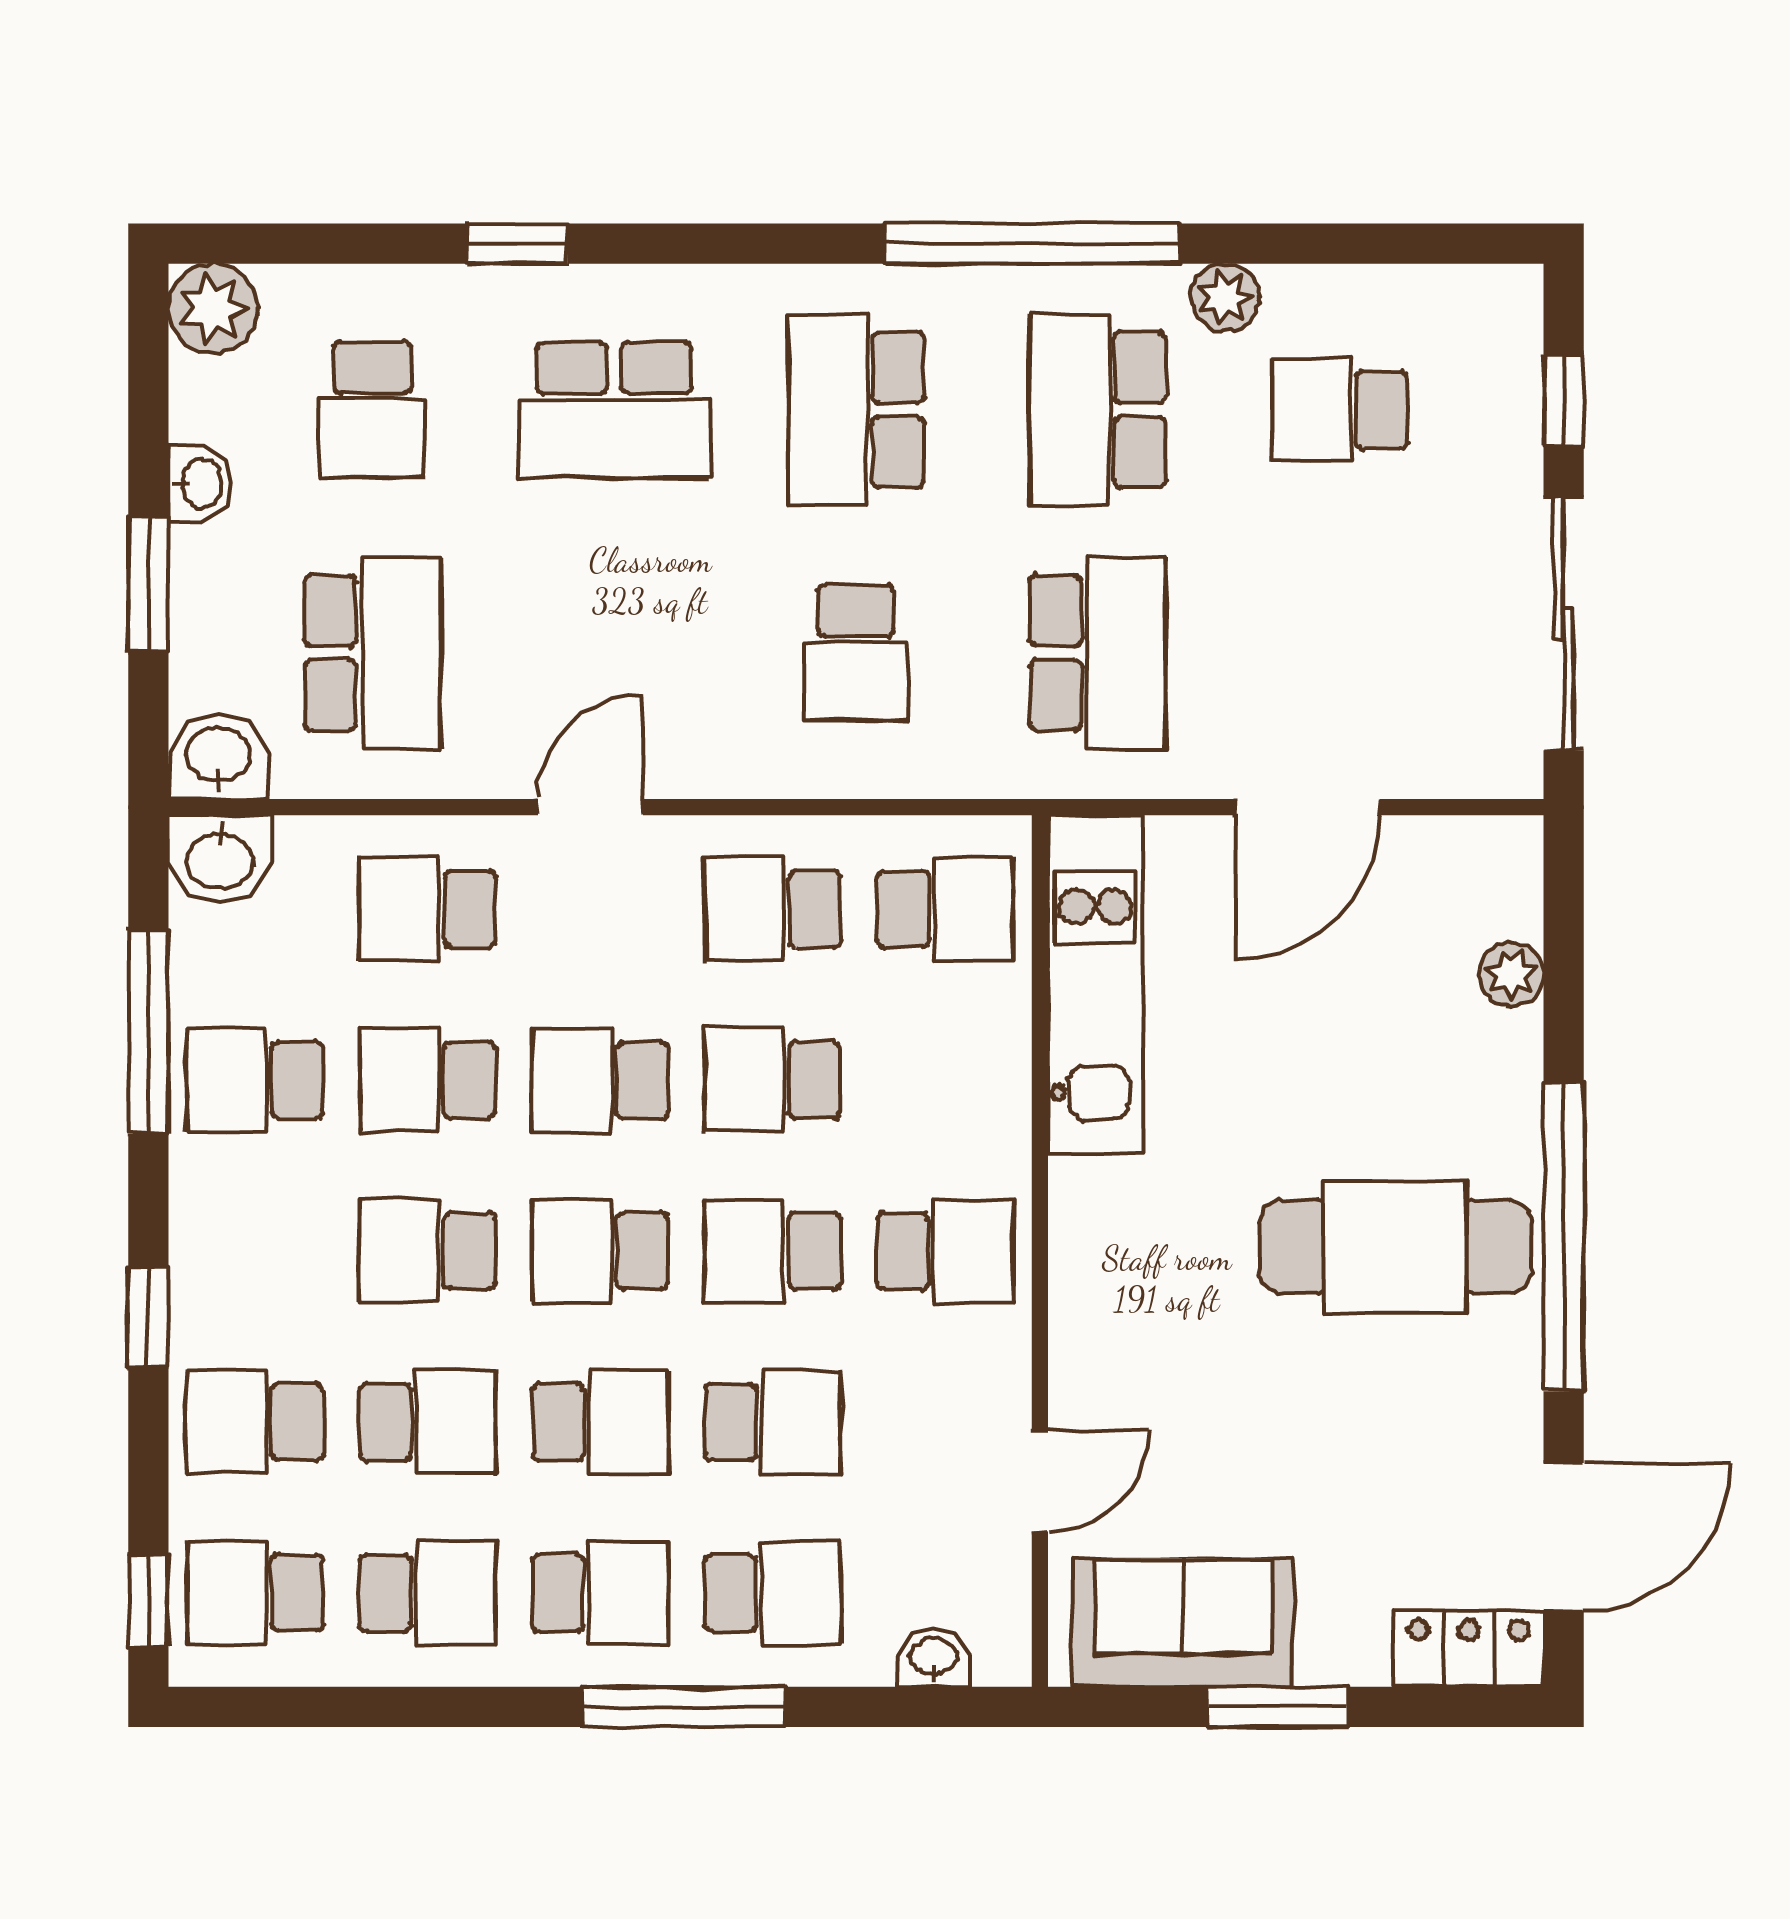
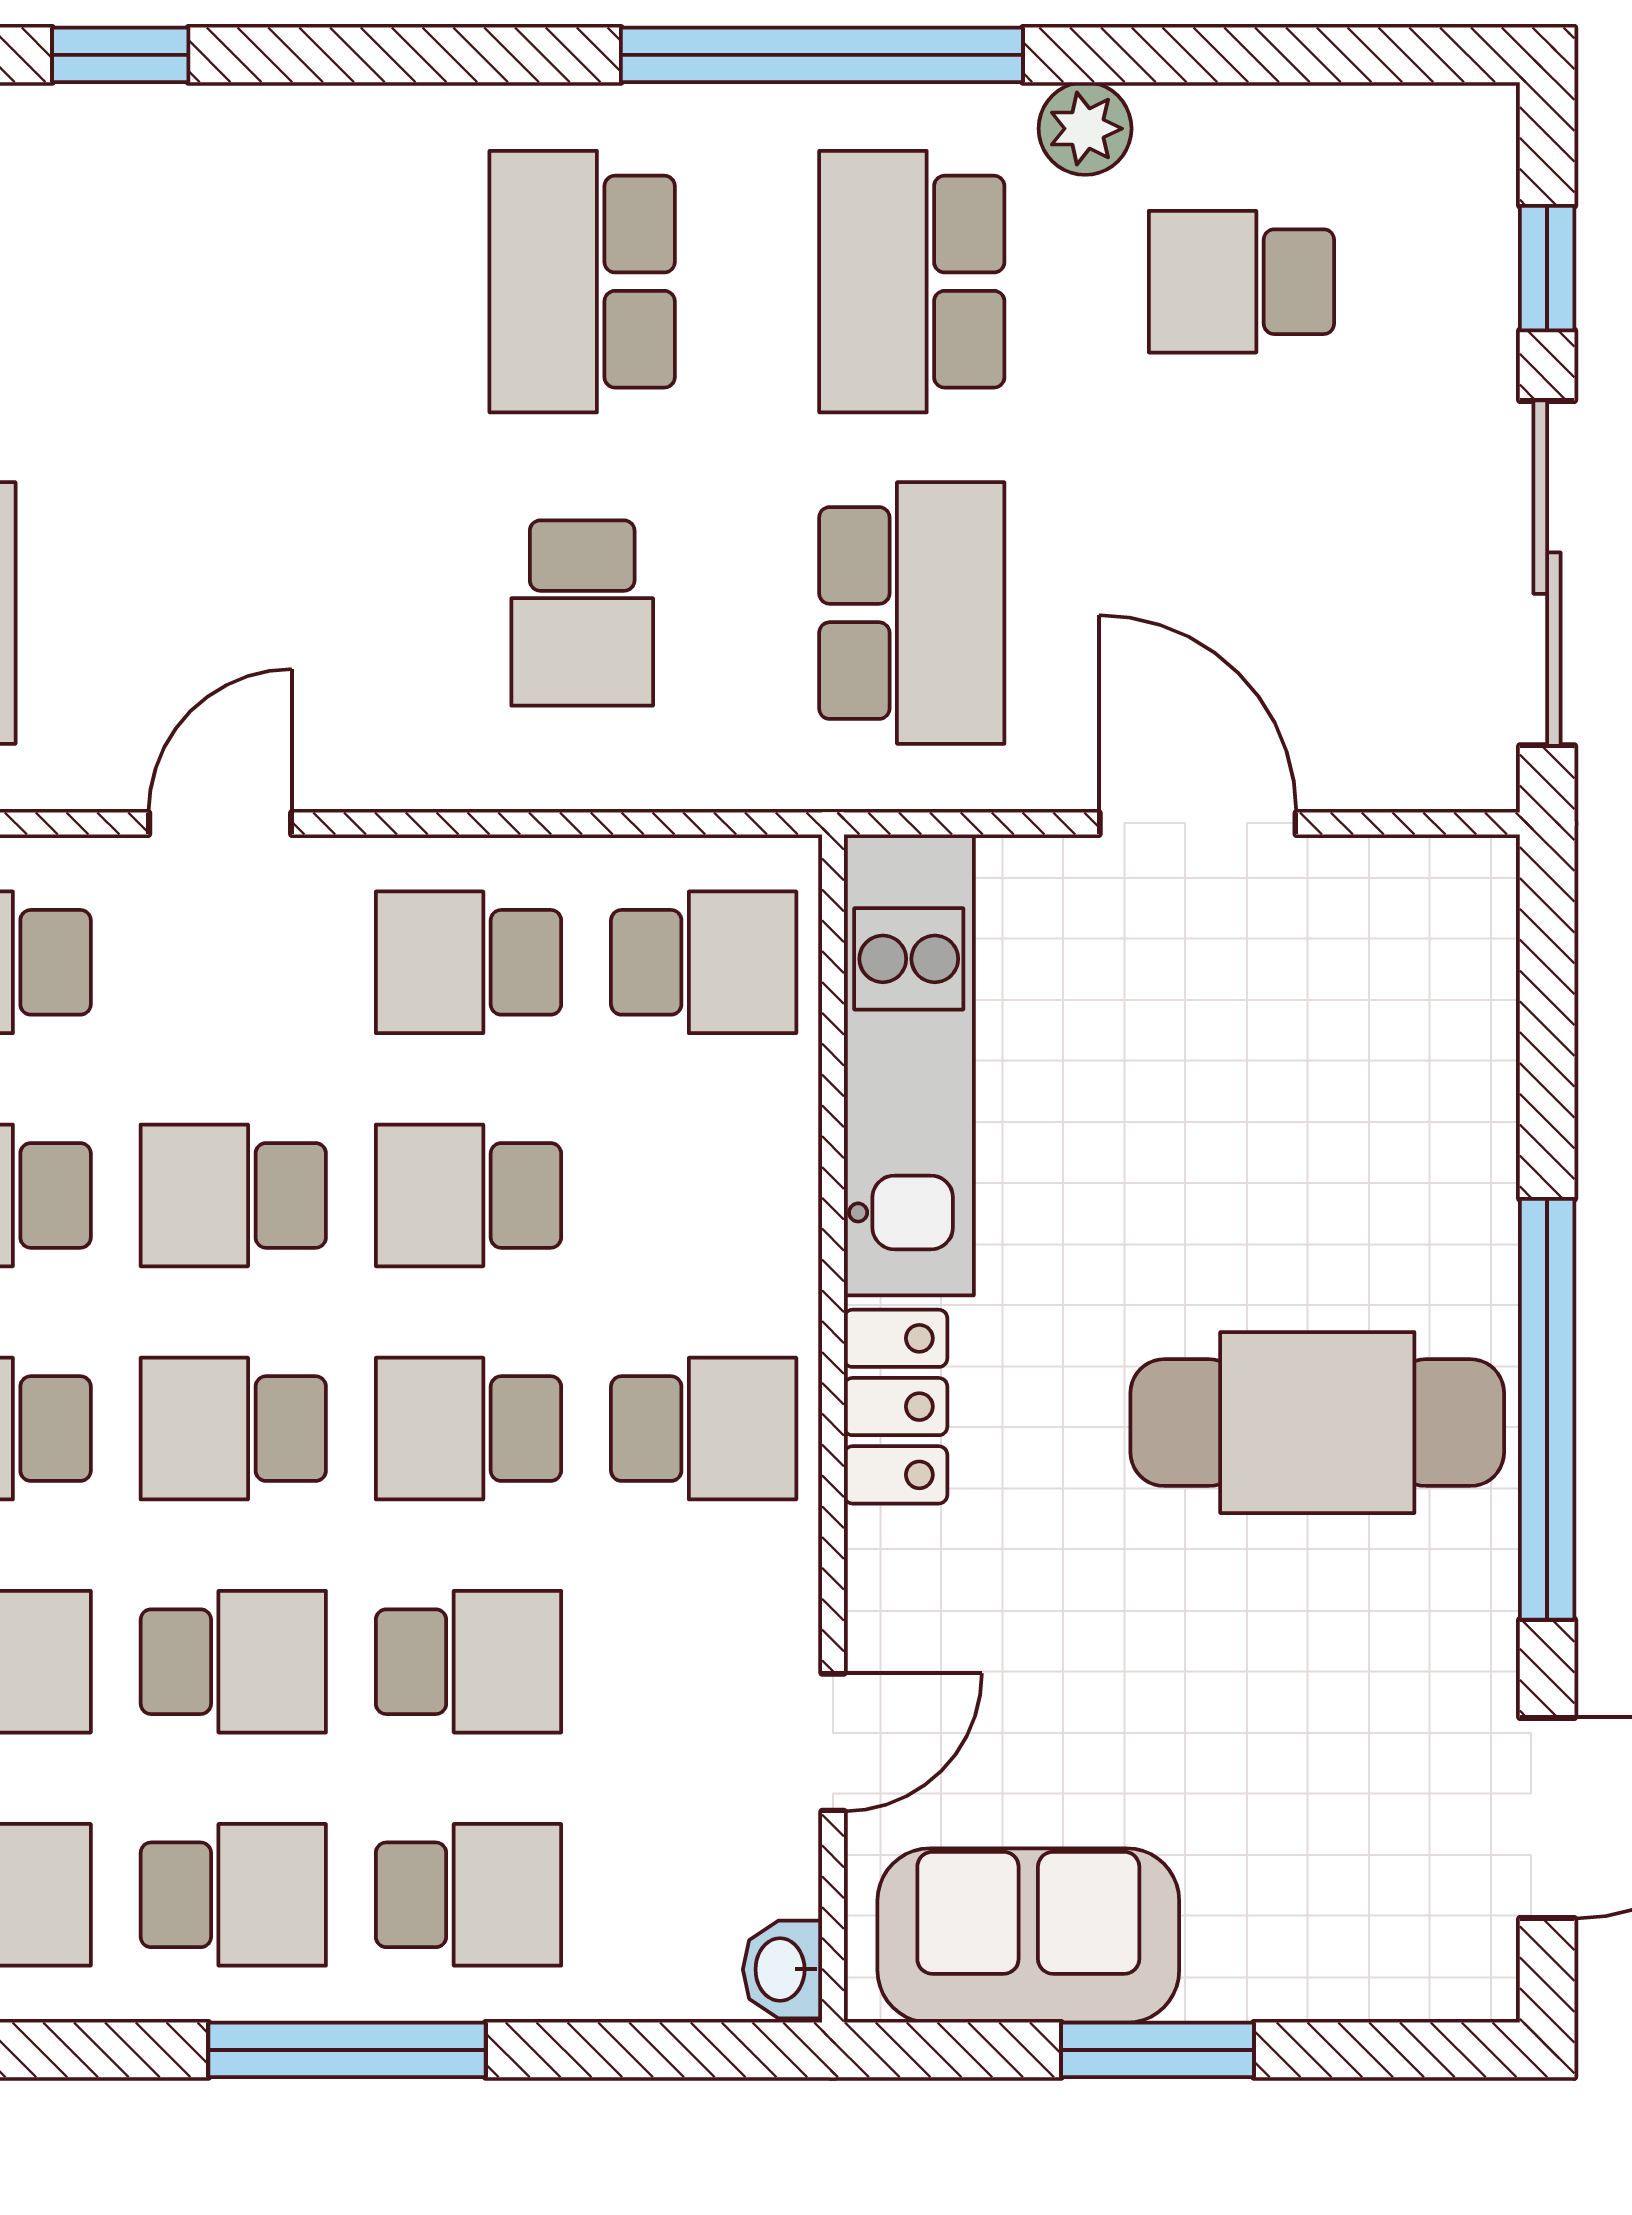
school desk: (614, 410) -> (253, 282), removed
door: (1307, 807) -> (1198, 823), swing flipped
plant: (1511, 974) -> (1476, 1051), removed
locker: (1469, 1649) -> (896, 1407), moved, turned 90
washbasin: (934, 1658) -> (782, 1969), moved, turned -90

